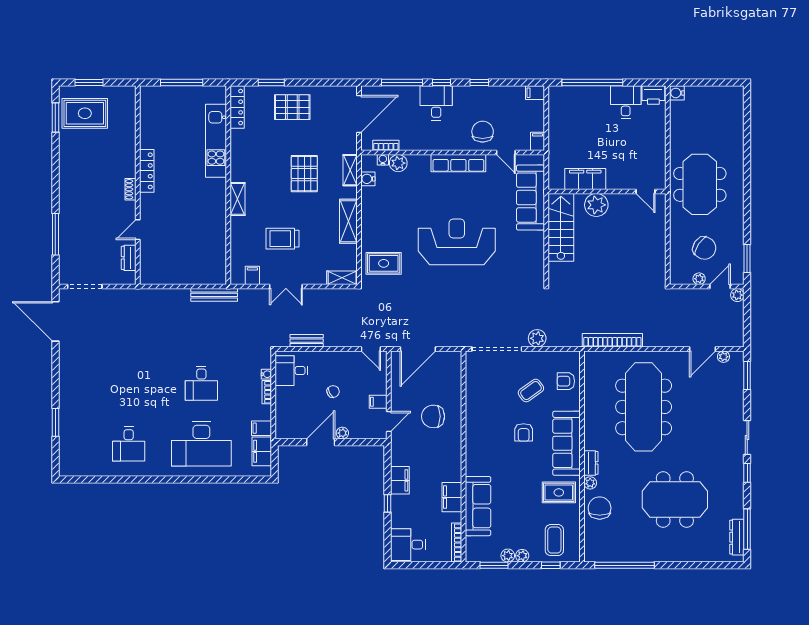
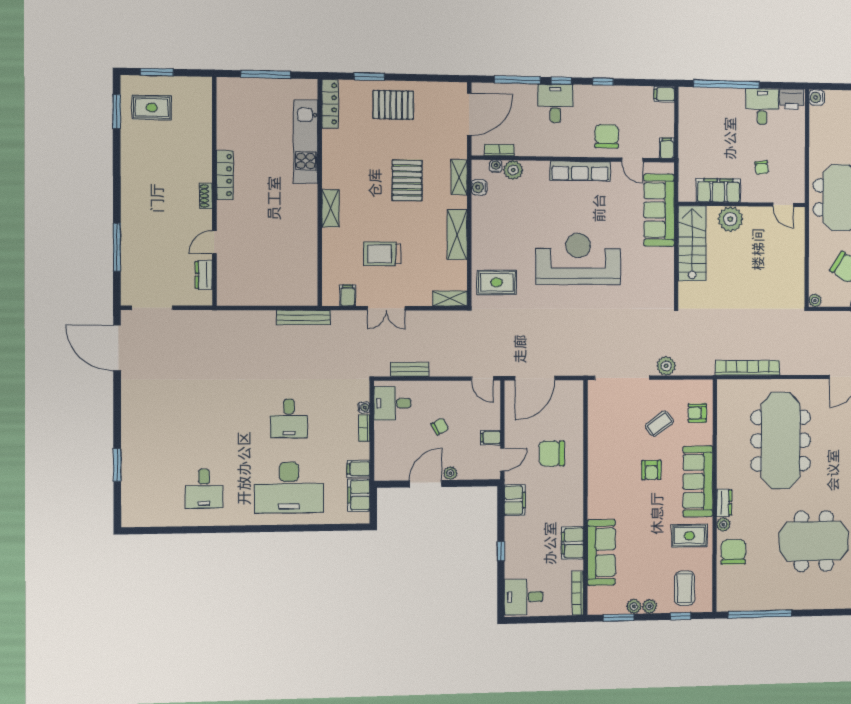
rug: (85, 113) -> (152, 108), width x0.73, depth x0.70
chair: (625, 158) -> (762, 168), added
plant: (699, 279) -> (815, 300), moved
filing cabinet: (400, 480) -> (515, 500), moved

